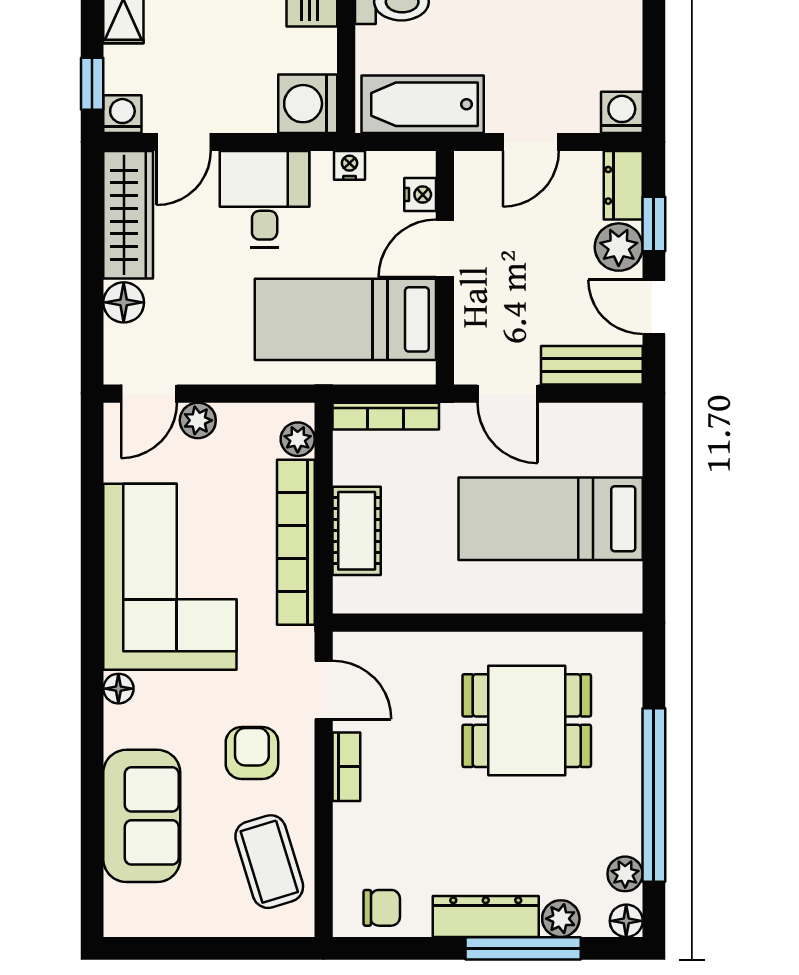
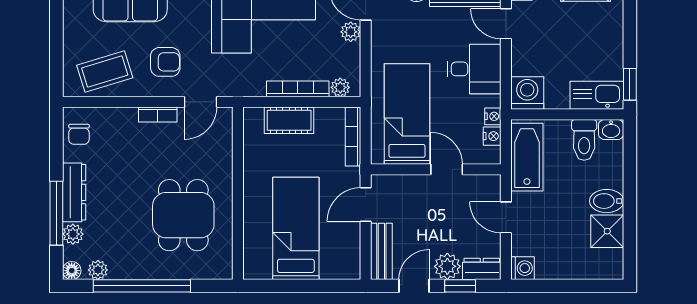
nightstand: (420, 195) -> (492, 136), moved, turned -90
bookcase: (296, 542) -> (298, 89), width x0.68, depth x0.76

